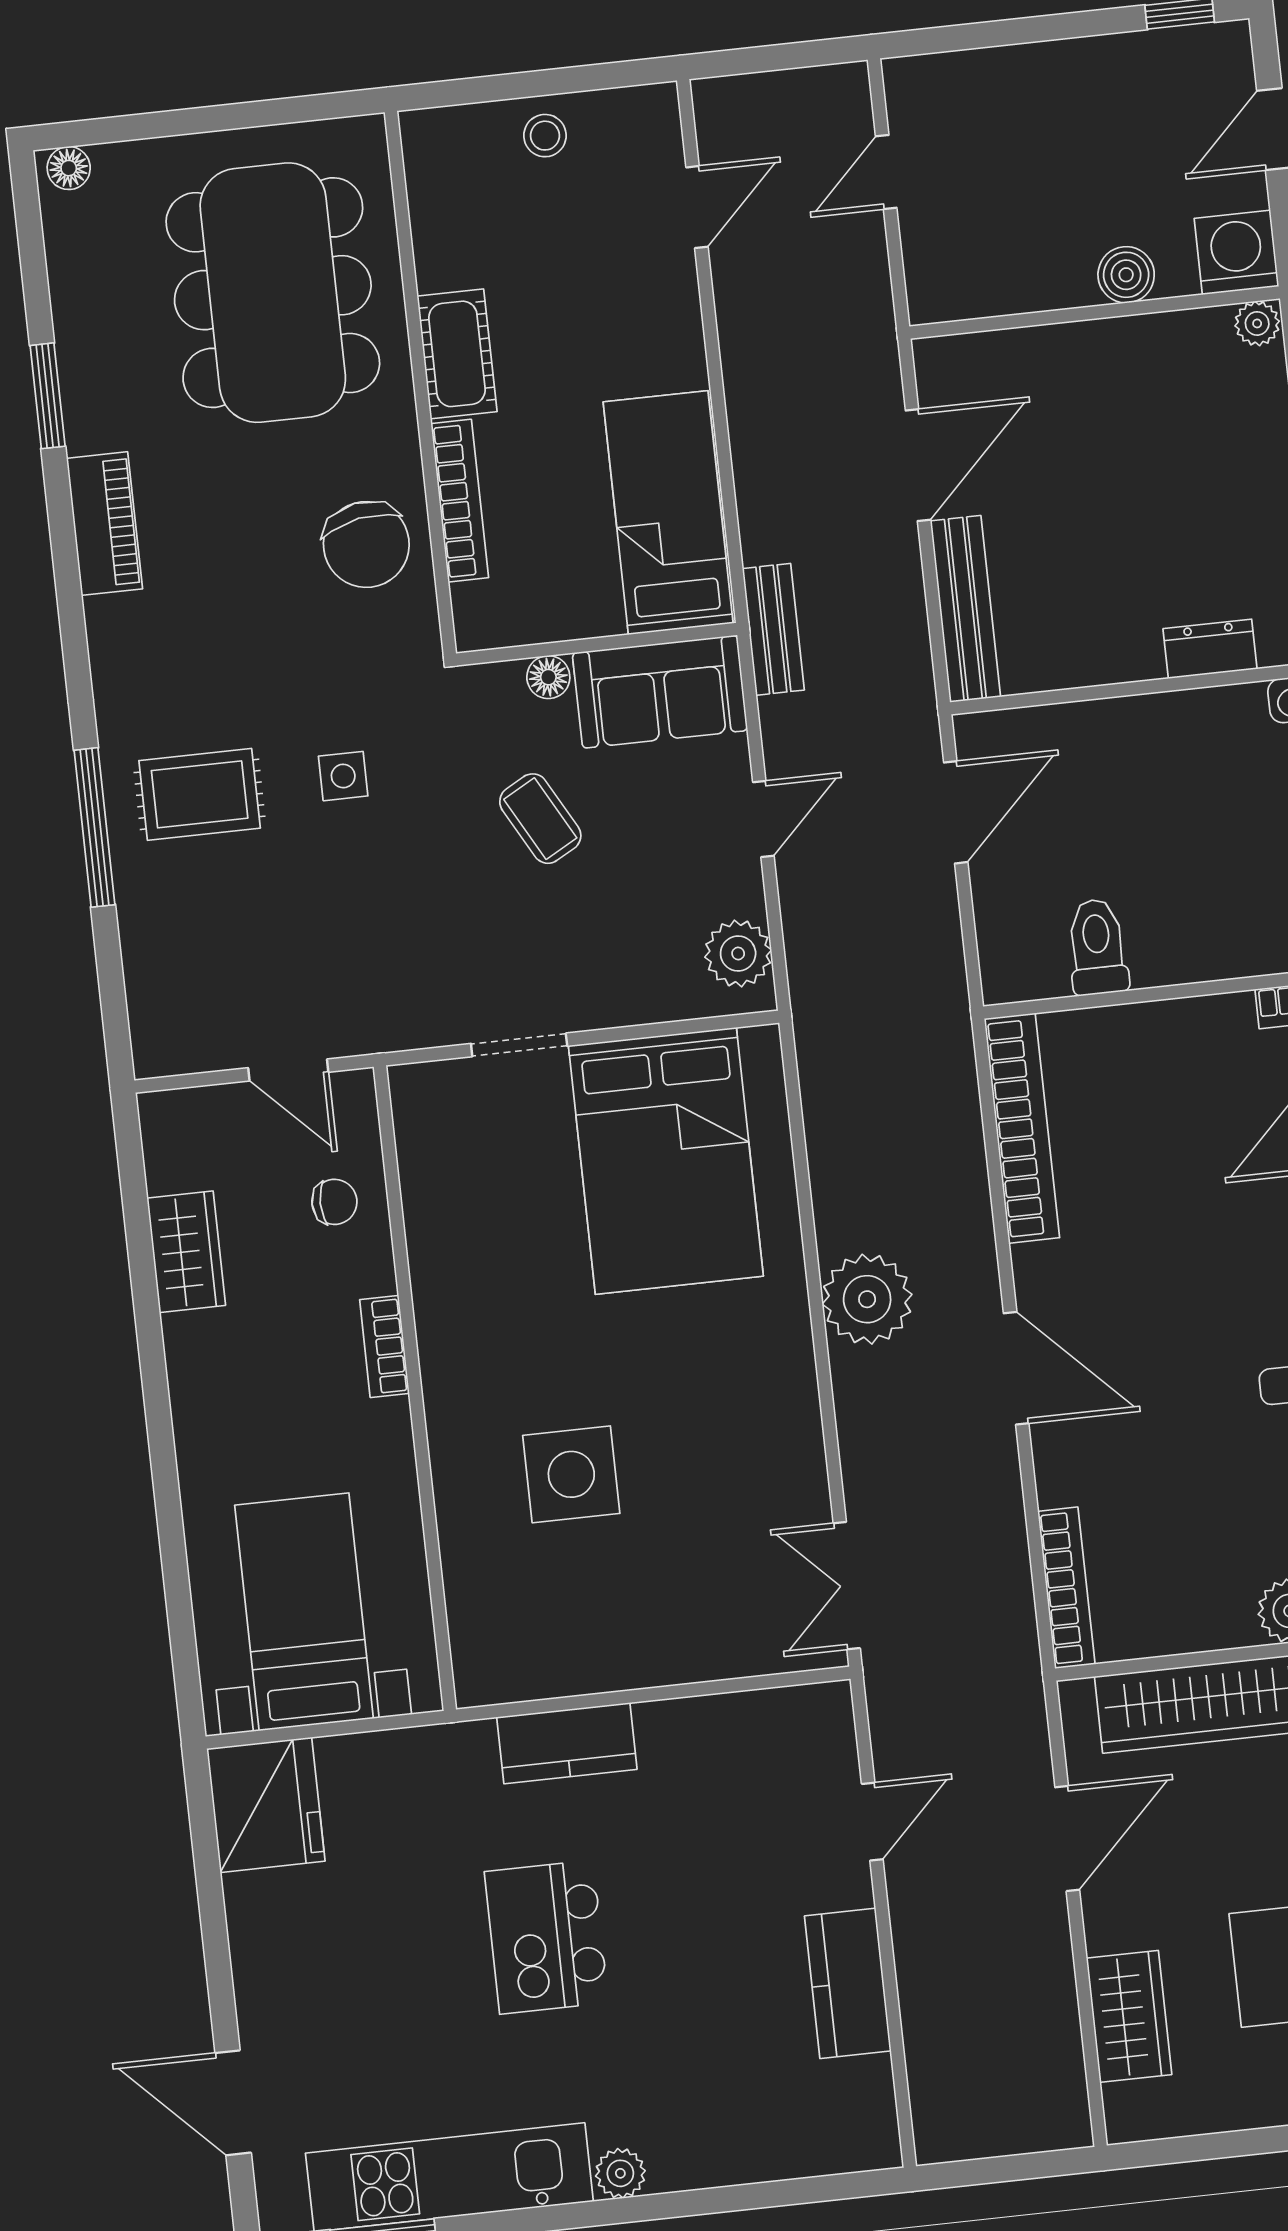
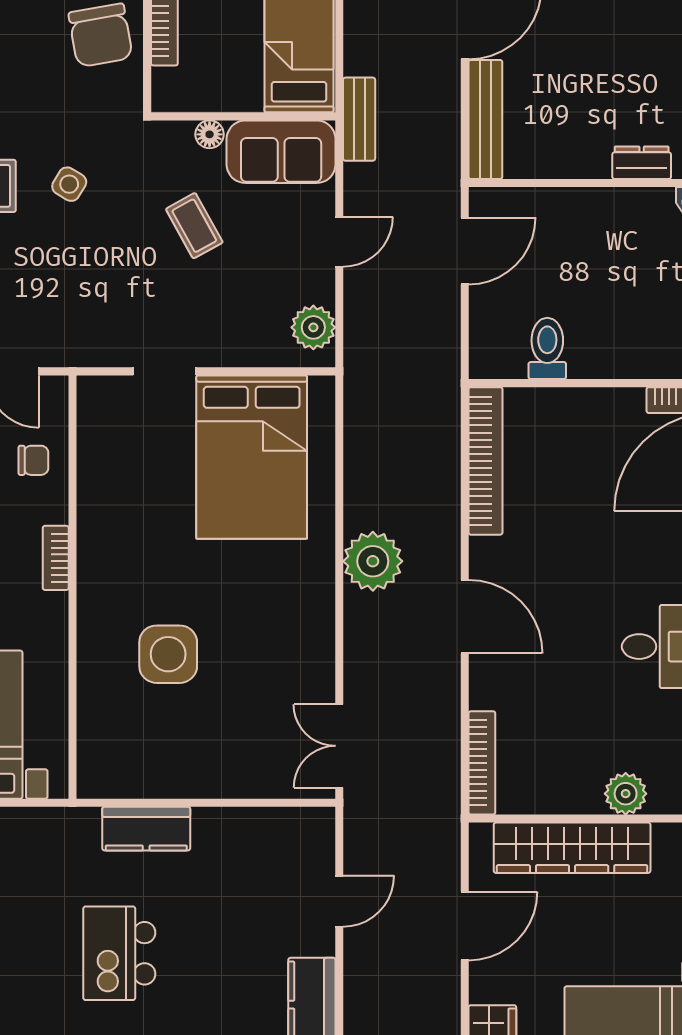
side table: (343, 776) -> (69, 184), turned 31

